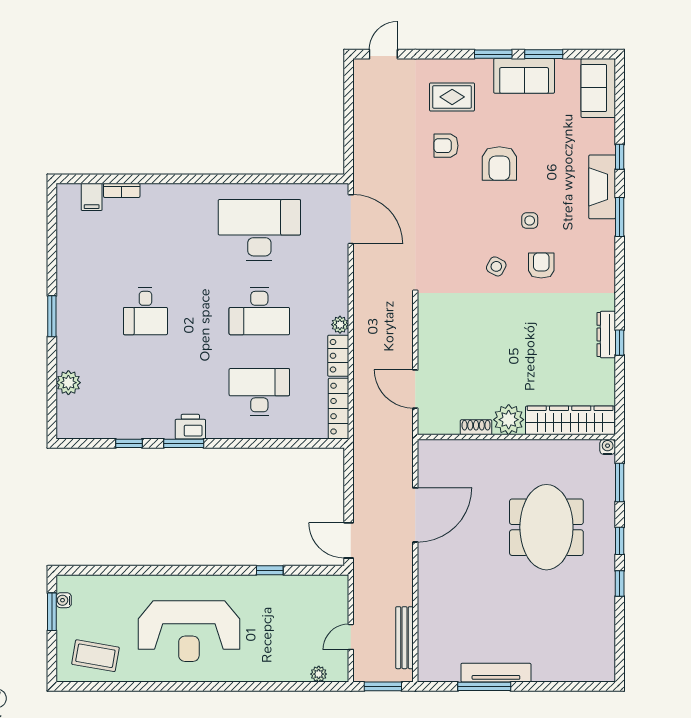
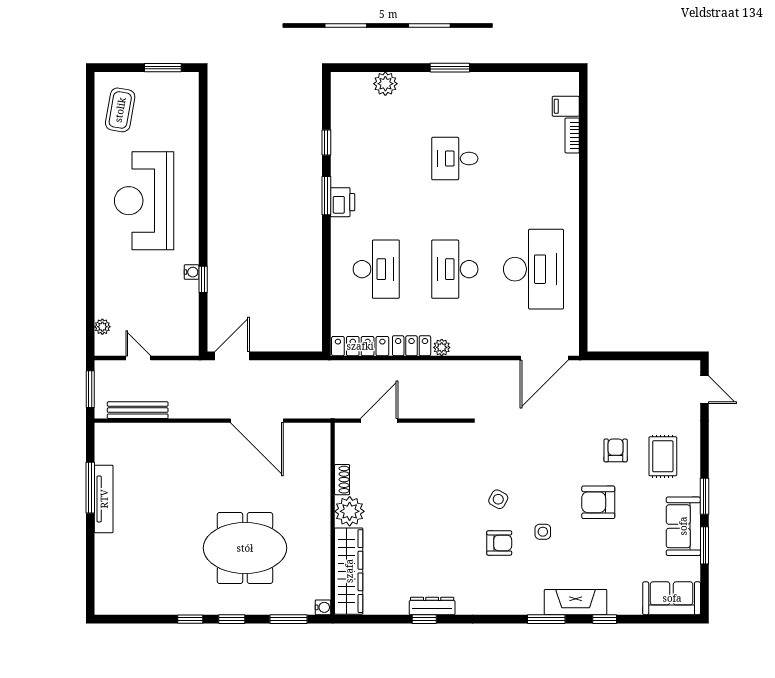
water cooler: (64, 600) -> (192, 272), moved, turned 90

